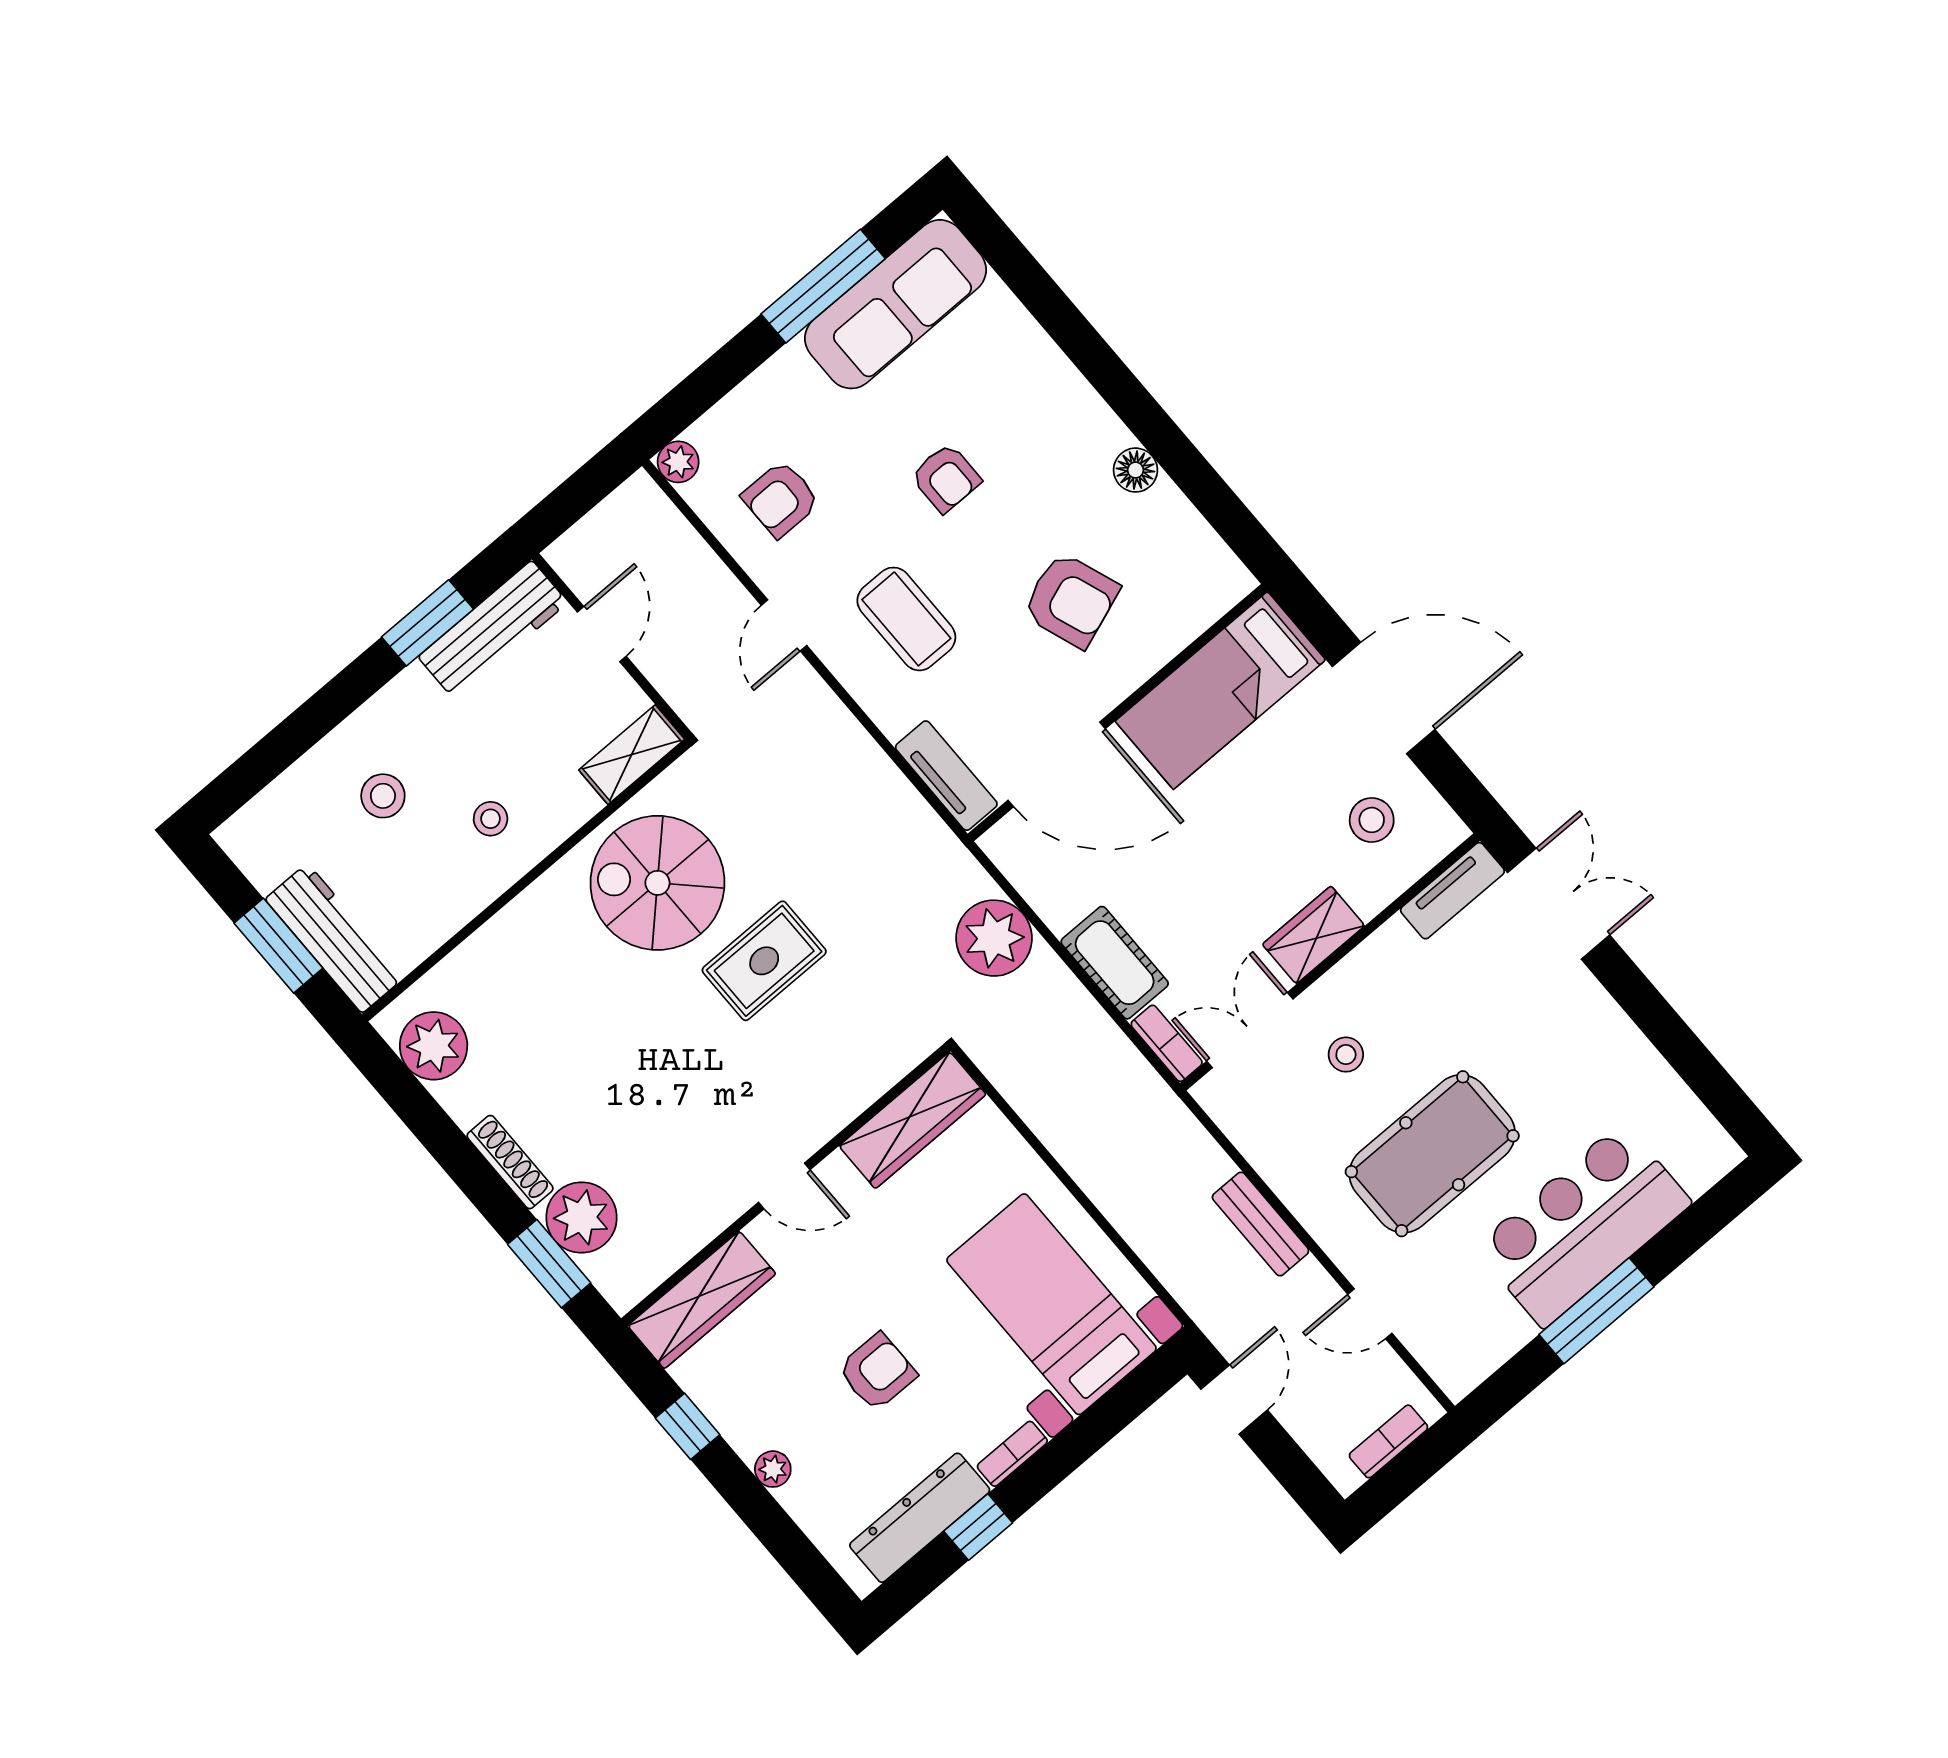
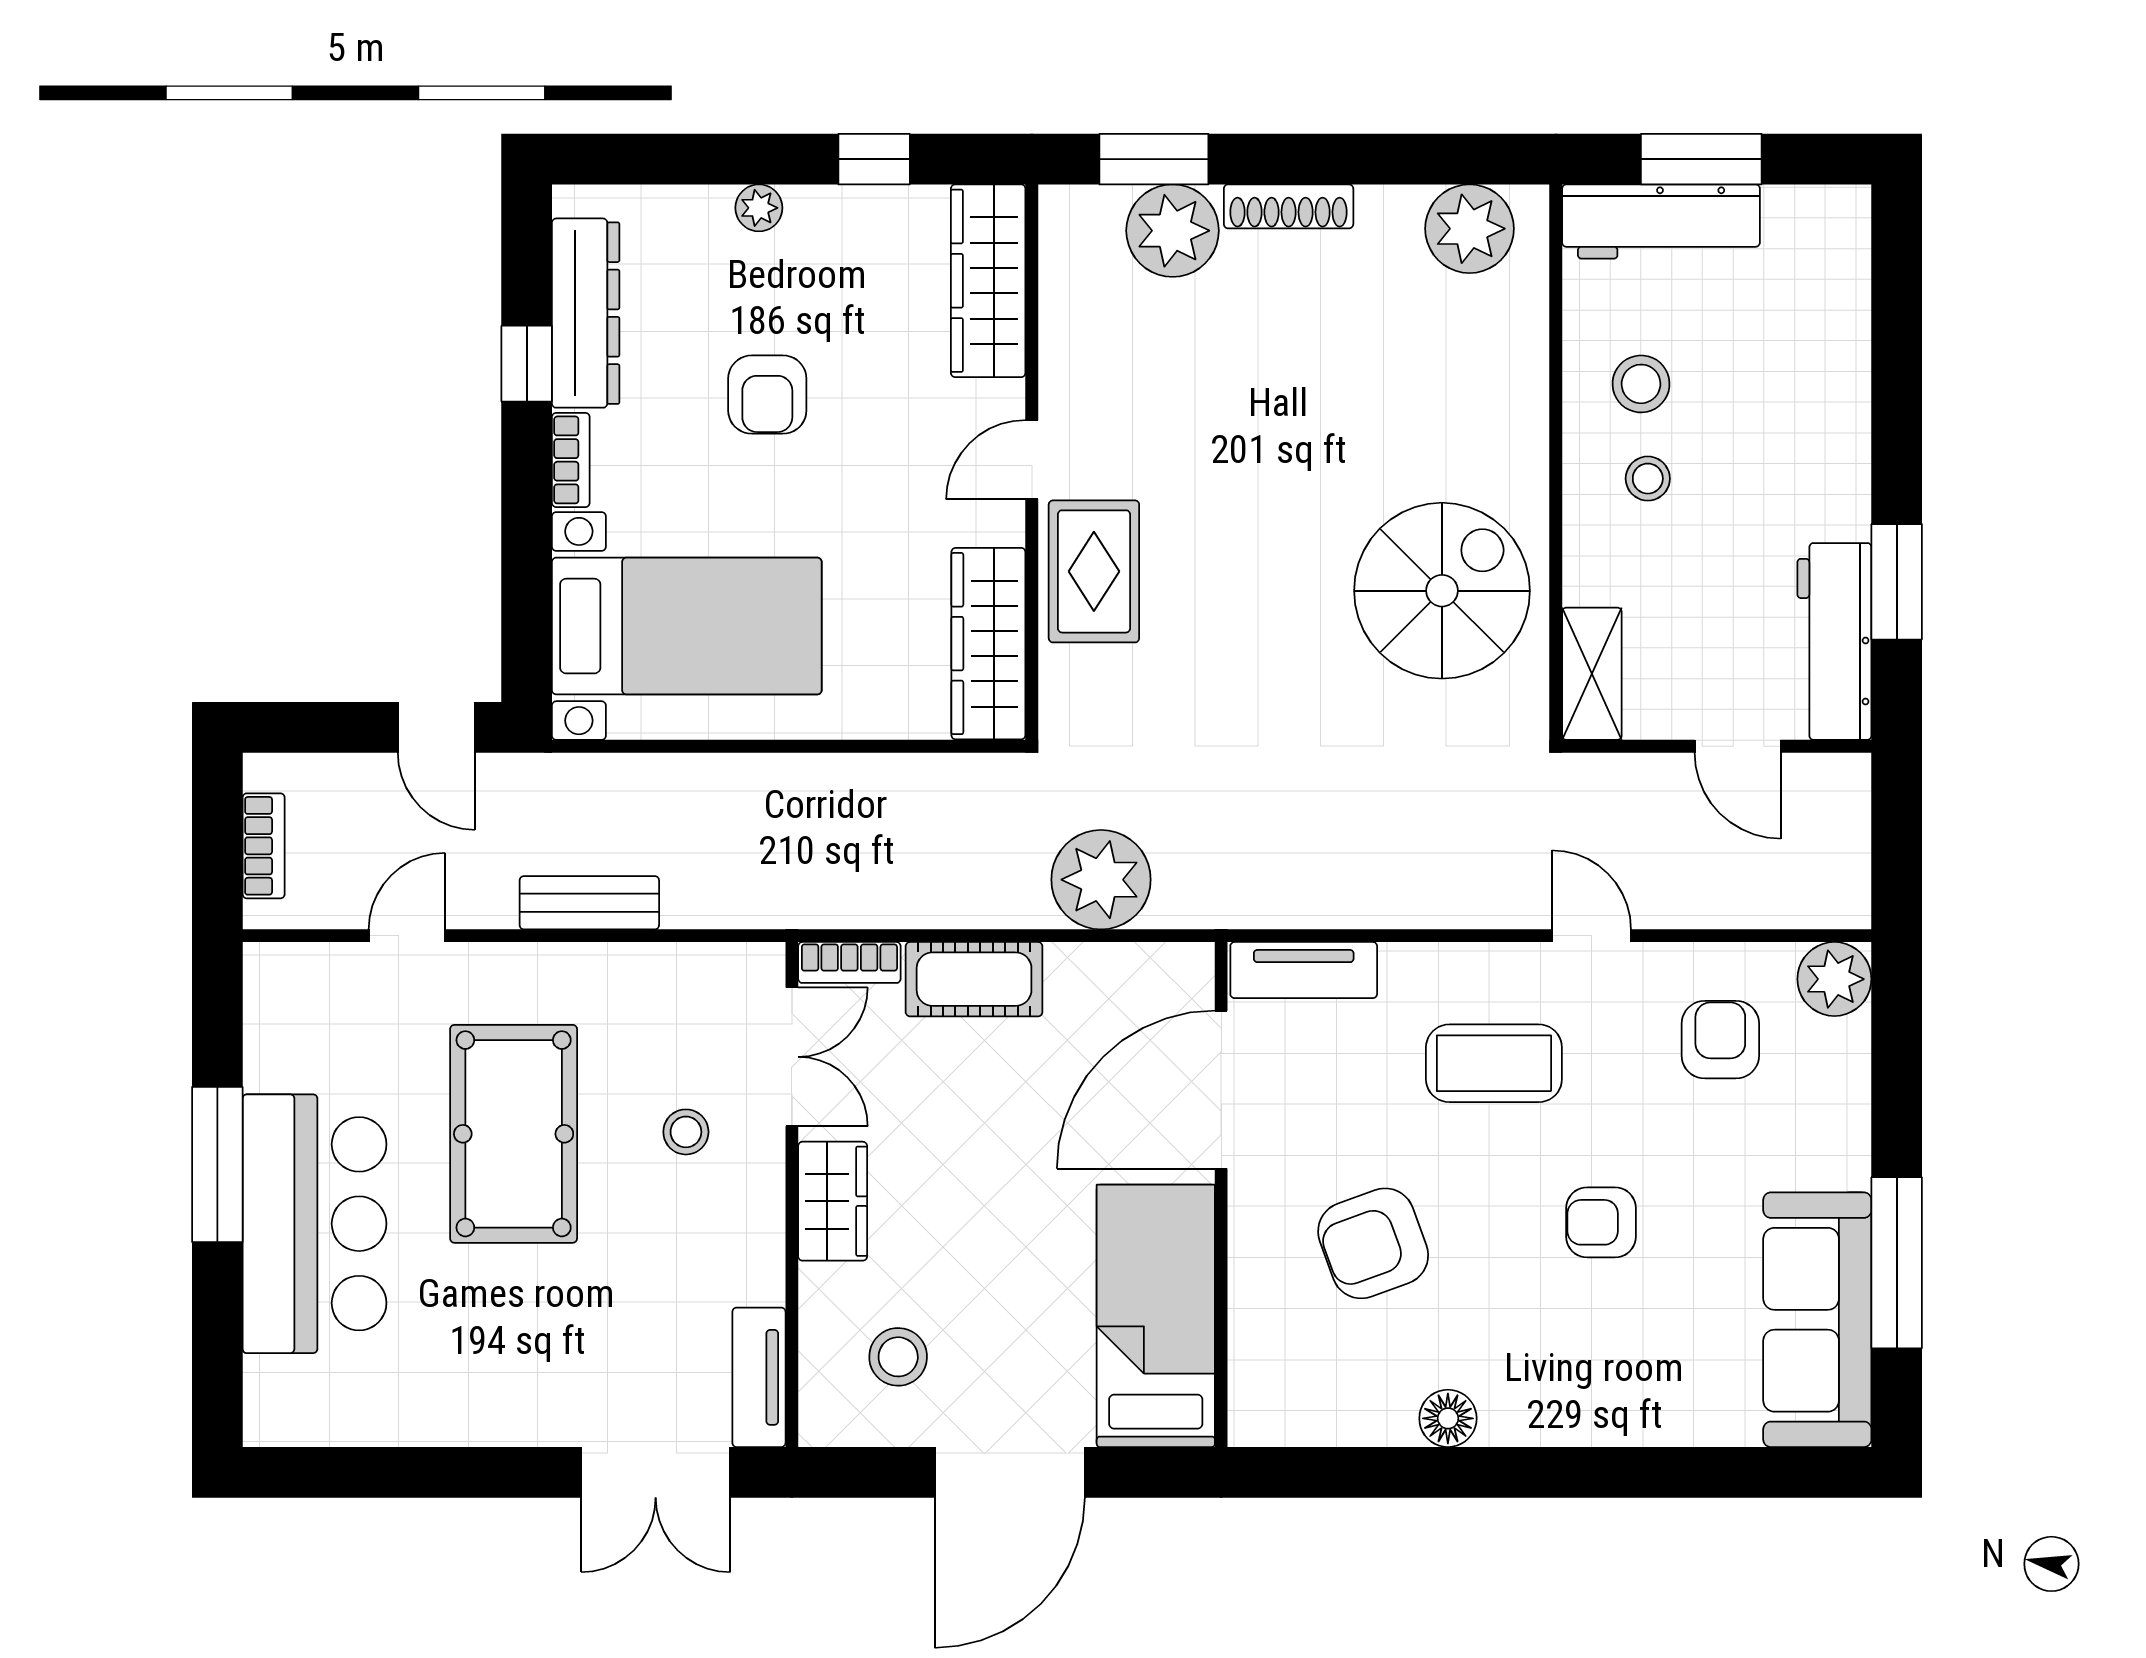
plant: (678, 462) -> (1834, 979), width x1.38, depth x1.38
stool: (383, 796) -> (1641, 384), moved
rug: (764, 961) -> (1094, 571), moved

